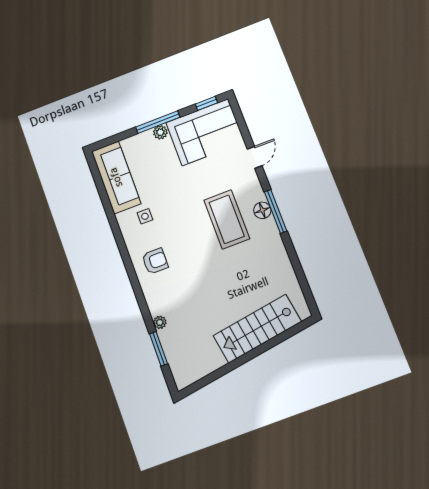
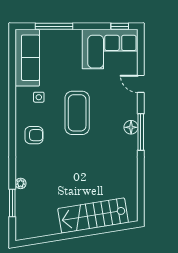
window: (158, 122) -> (54, 26), moved
plant: (160, 132) -> (75, 35), removed
door: (255, 157) -> (141, 84), swing flipped
coffee table: (227, 219) -> (77, 113), moved

